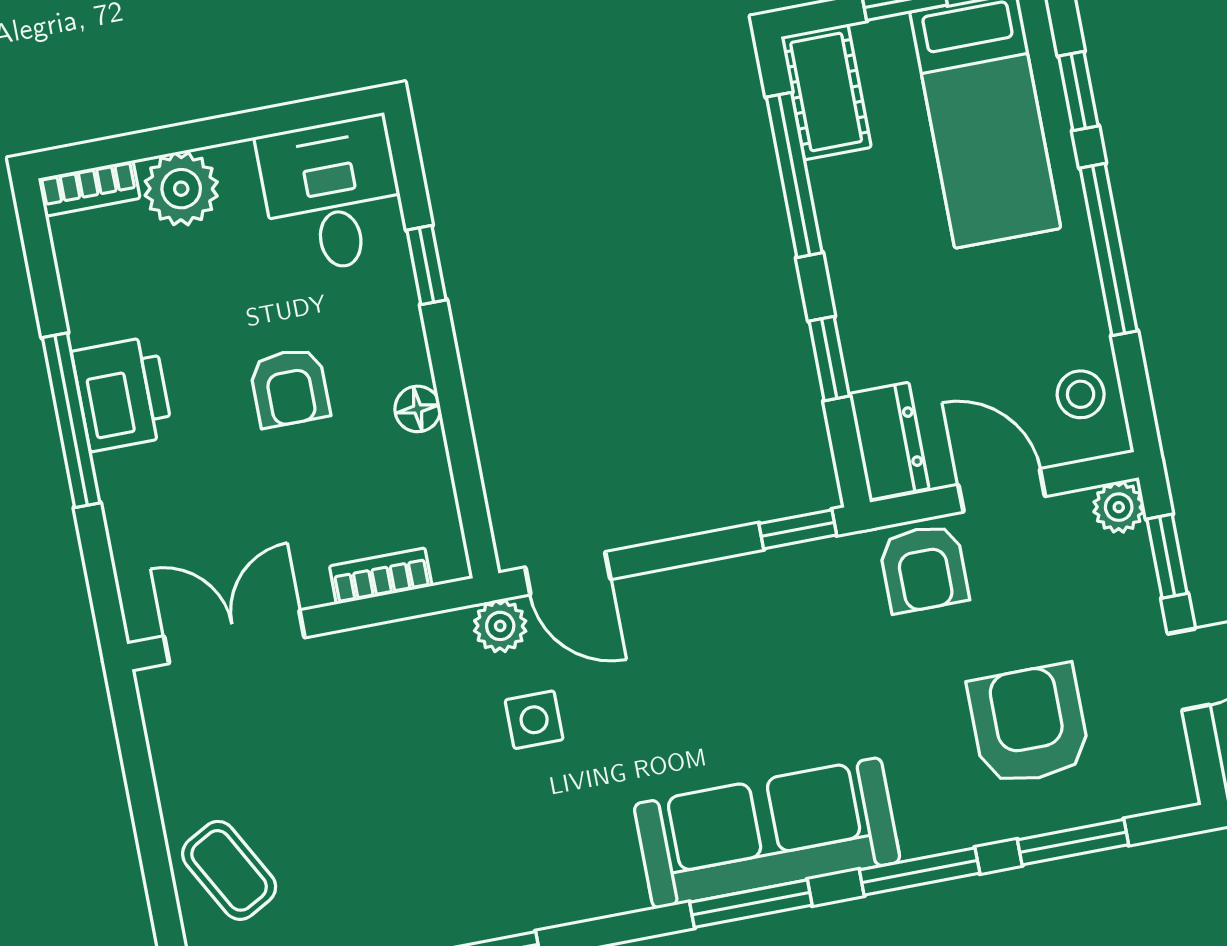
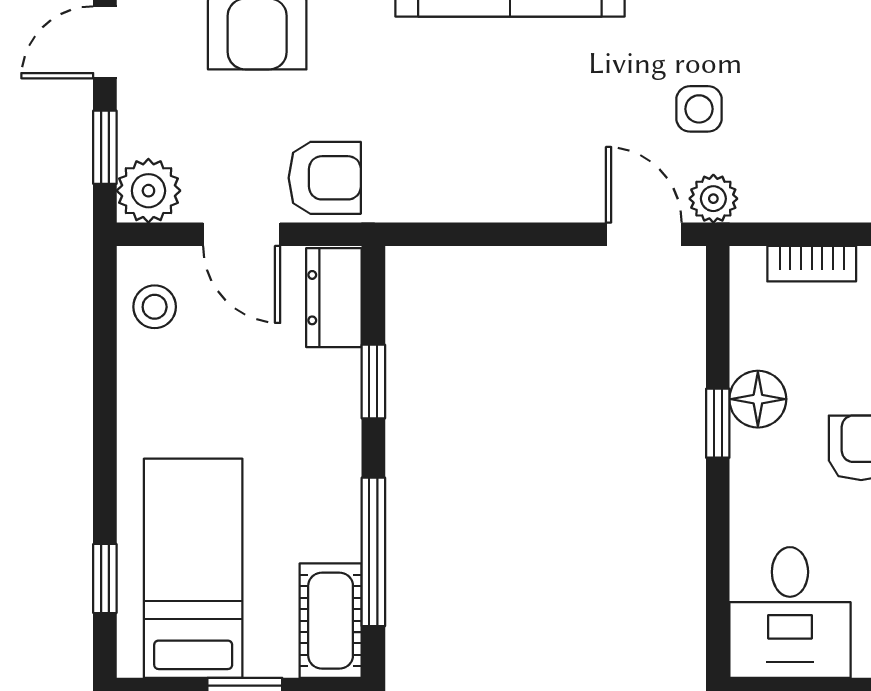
window: (1109, 249) -> (105, 432), removed
window: (426, 265) -> (718, 423), moved
floor lamp: (418, 409) -> (758, 399), width x1.37, depth x1.37
plant: (1119, 507) -> (148, 191), width x1.38, depth x1.38
window: (798, 529) -> (431, 234), removed
armchair: (924, 568) -> (325, 178), turned 90

